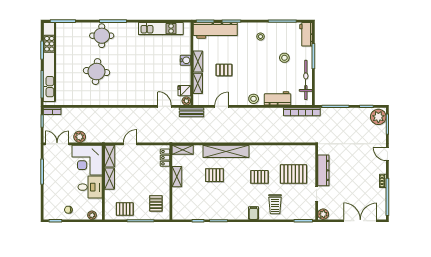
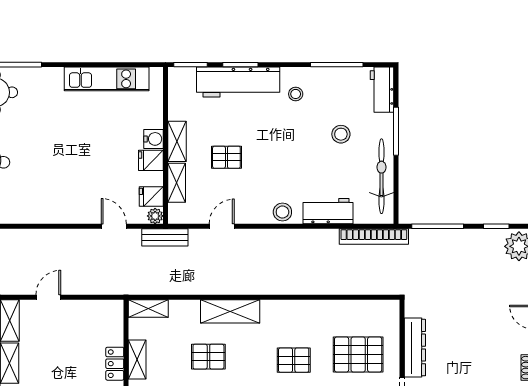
workbench: (215, 30) -> (238, 82), moved
fridge: (184, 72) -> (151, 160), added
shelving: (226, 151) -> (230, 311), width x0.68
locker: (165, 158) -> (115, 364), moved

